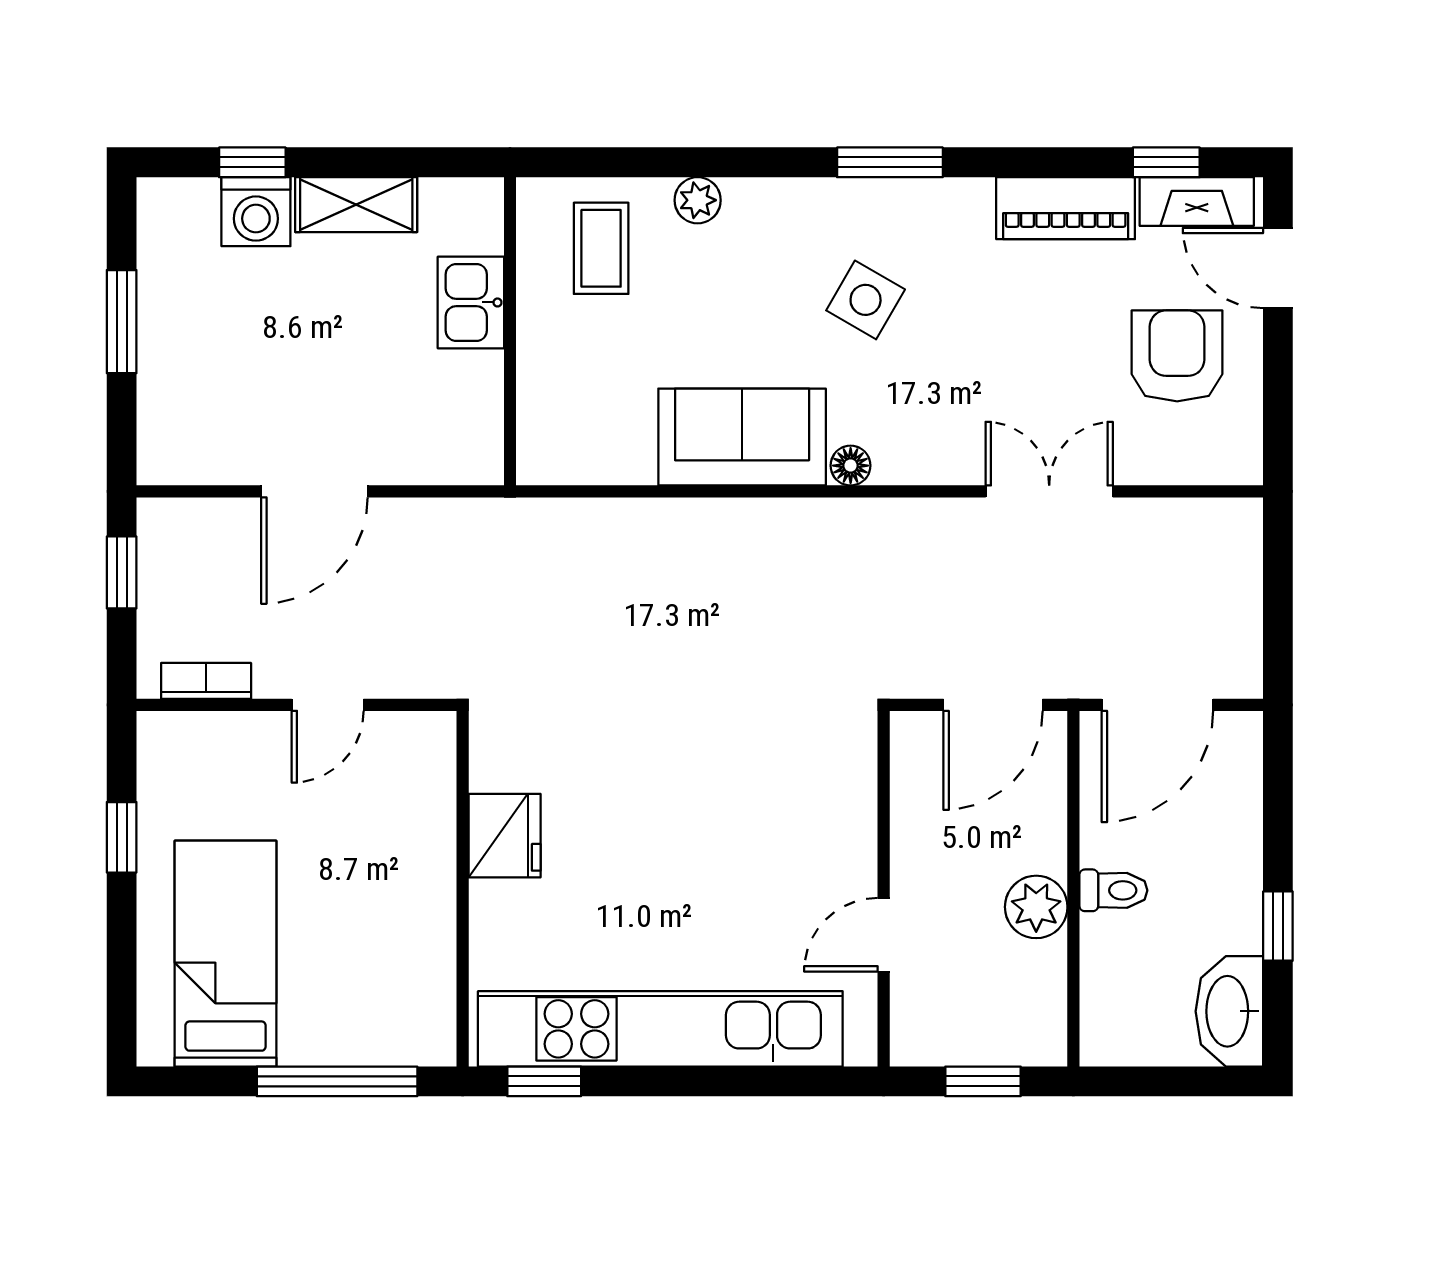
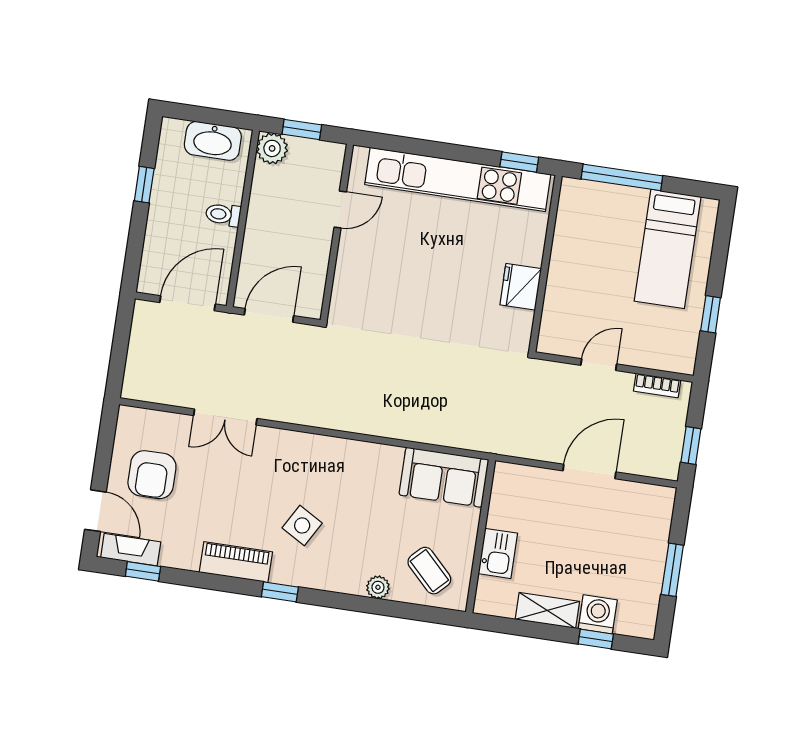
window: (890, 162) -> (280, 592), width x0.67
piano: (1066, 208) -> (236, 562), moved
coffee table: (601, 248) -> (429, 571), turned -45
sofa: (742, 437) -> (444, 477), moved
floor lamp: (851, 466) -> (322, 444), removed
plant: (1036, 907) -> (272, 148), moved
washbasin: (1229, 1011) -> (213, 141), moved, turned 90

